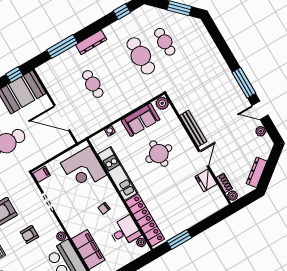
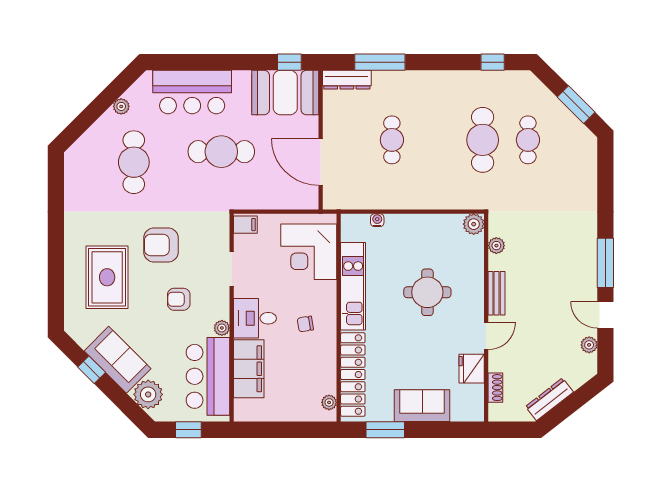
dresser: (91, 42) -> (347, 80), moved
sofa: (141, 120) -> (422, 406), moved, turned 180
bench: (193, 128) -> (497, 293), width x0.73
plant: (233, 196) -> (496, 246), moved
desk: (125, 231) -> (255, 318), moved, turned 180

